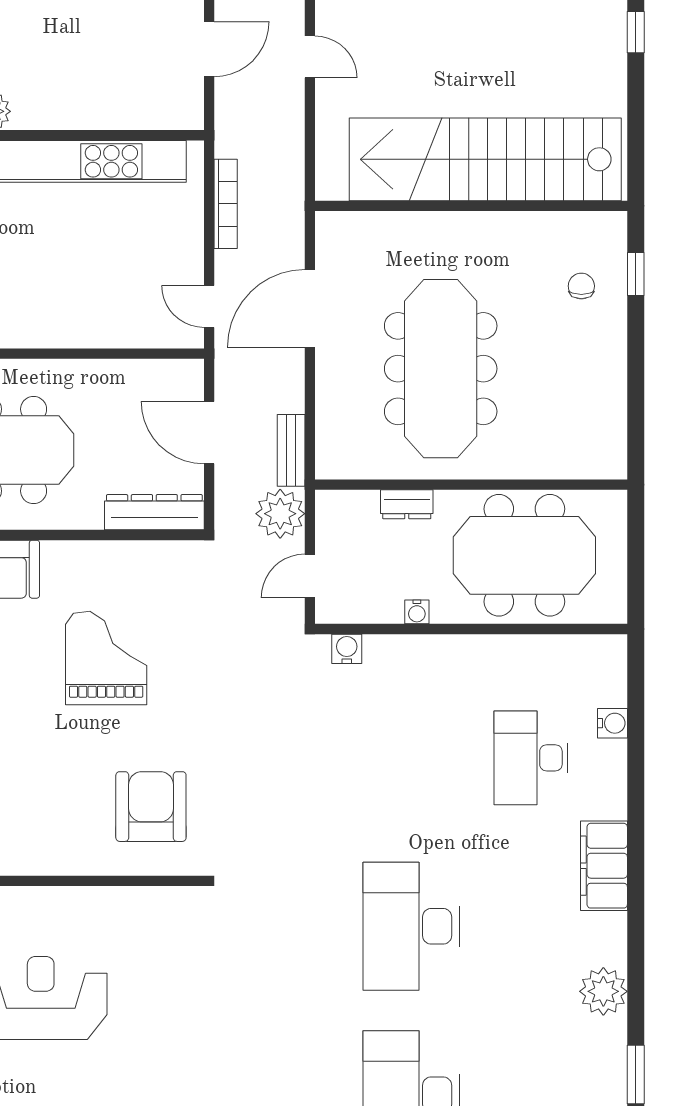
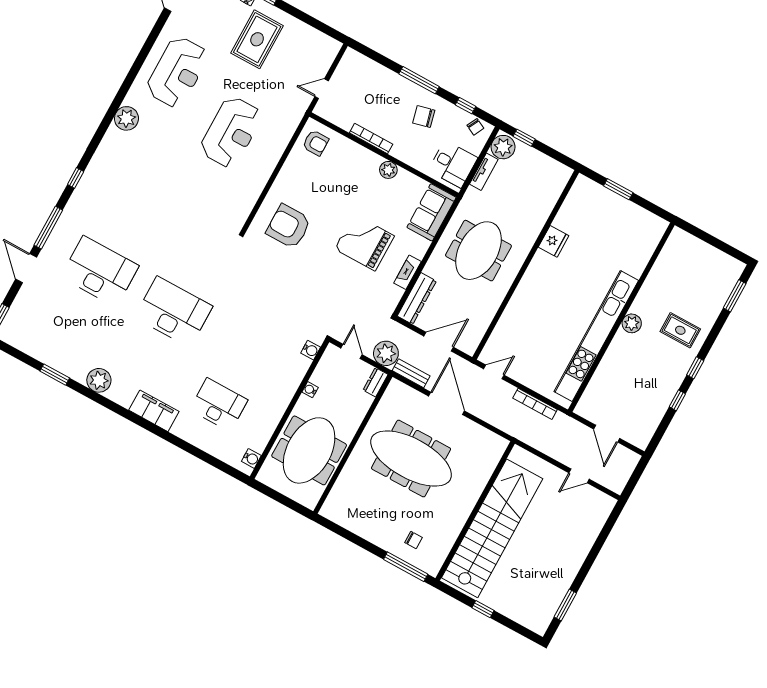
window: (636, 32) -> (483, 609), moved
window: (636, 274) -> (406, 567), width x2.17
door: (310, 308) -> (447, 403), moved
dresser: (407, 504) -> (375, 382), moved
fireplace: (117, 554) -> (407, 272), added
grand piano: (106, 658) -> (364, 242), turned 180
water cooler: (612, 723) -> (251, 458), moved, turned -90
armchair: (151, 807) -> (289, 226), turned 180

